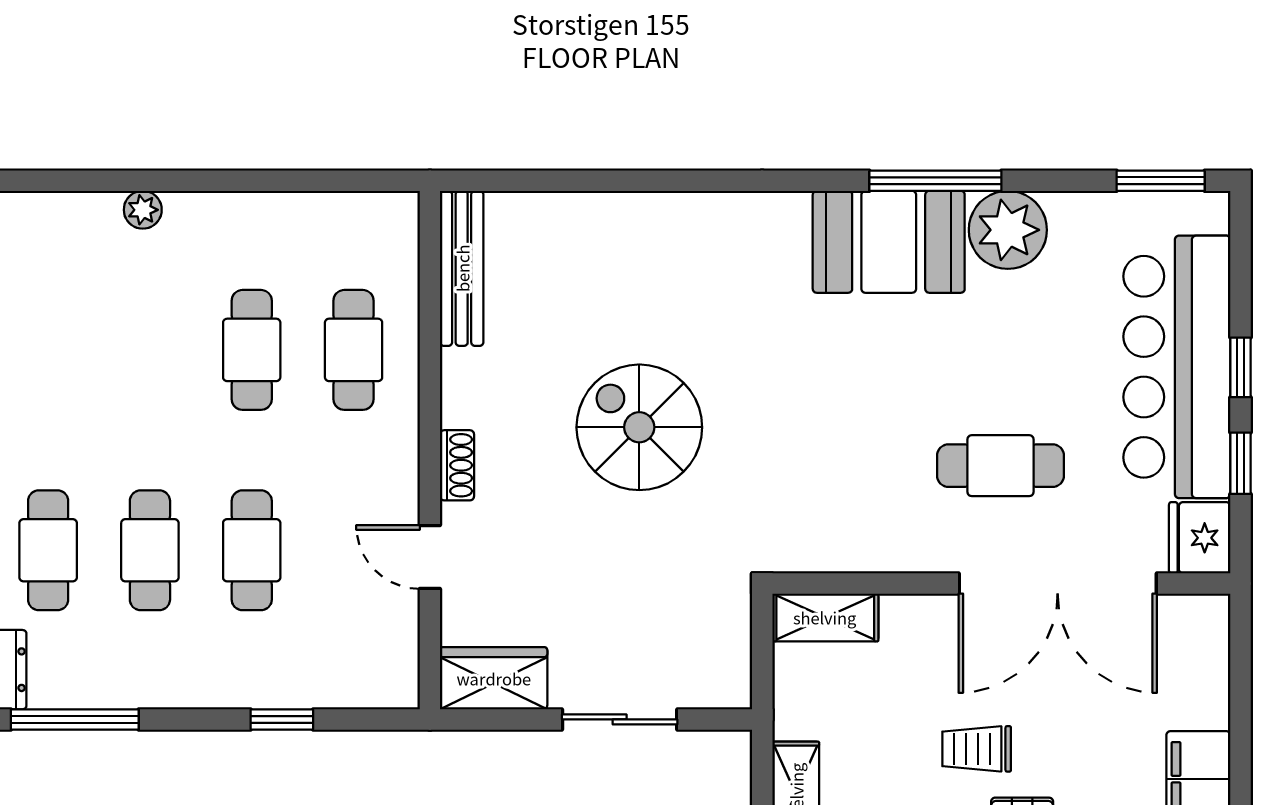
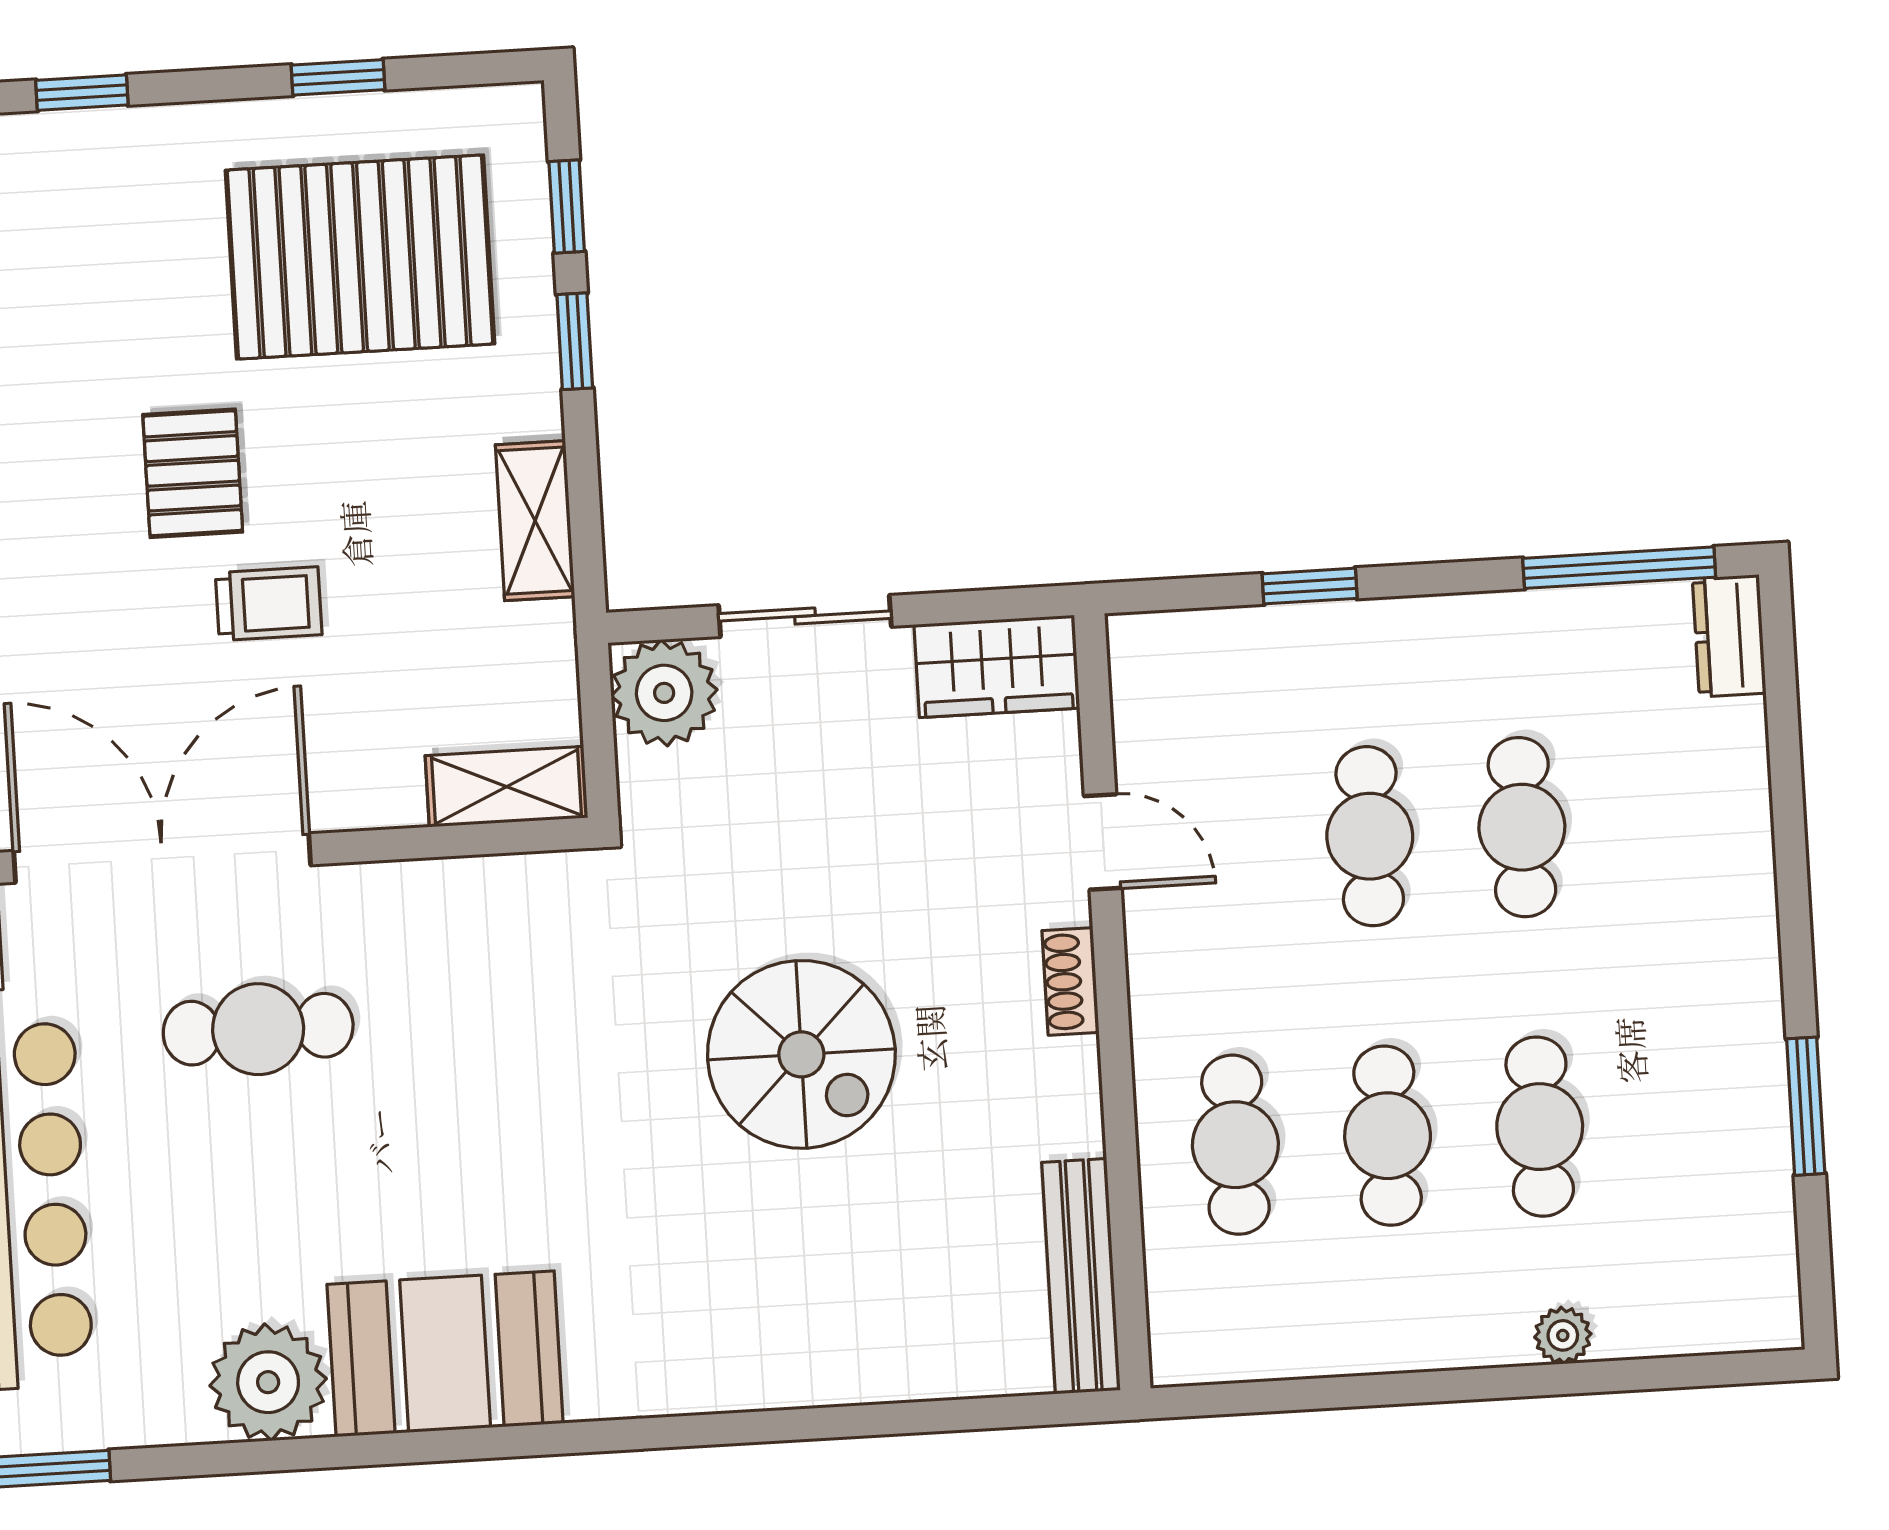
window: (935, 181) -> (381, 1449), removed
cafe table: (48, 550) -> (1540, 1127), moved
plant: (717, 674) -> (664, 693), added

